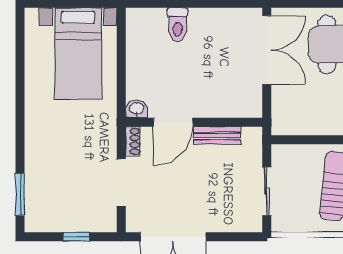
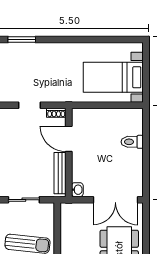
washbasin: (137, 109) -> (77, 190), moved
bench: (217, 136) -> (60, 173), width x1.36
doorway: (121, 183) -> (29, 105), width x0.73

